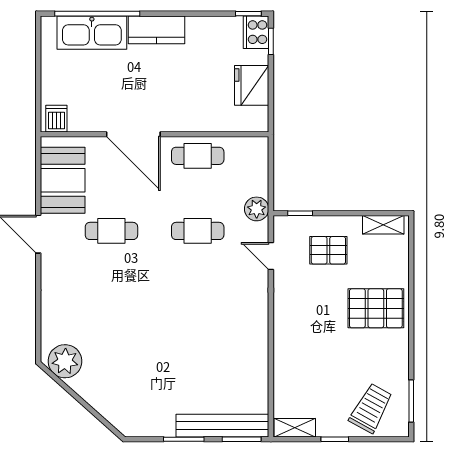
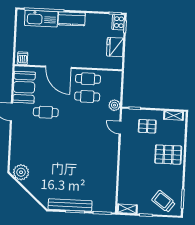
cafe table: (198, 231) -> (87, 97), moved
trolley: (371, 408) -> (164, 201), turned -83
bench: (222, 426) -> (70, 205), moved

